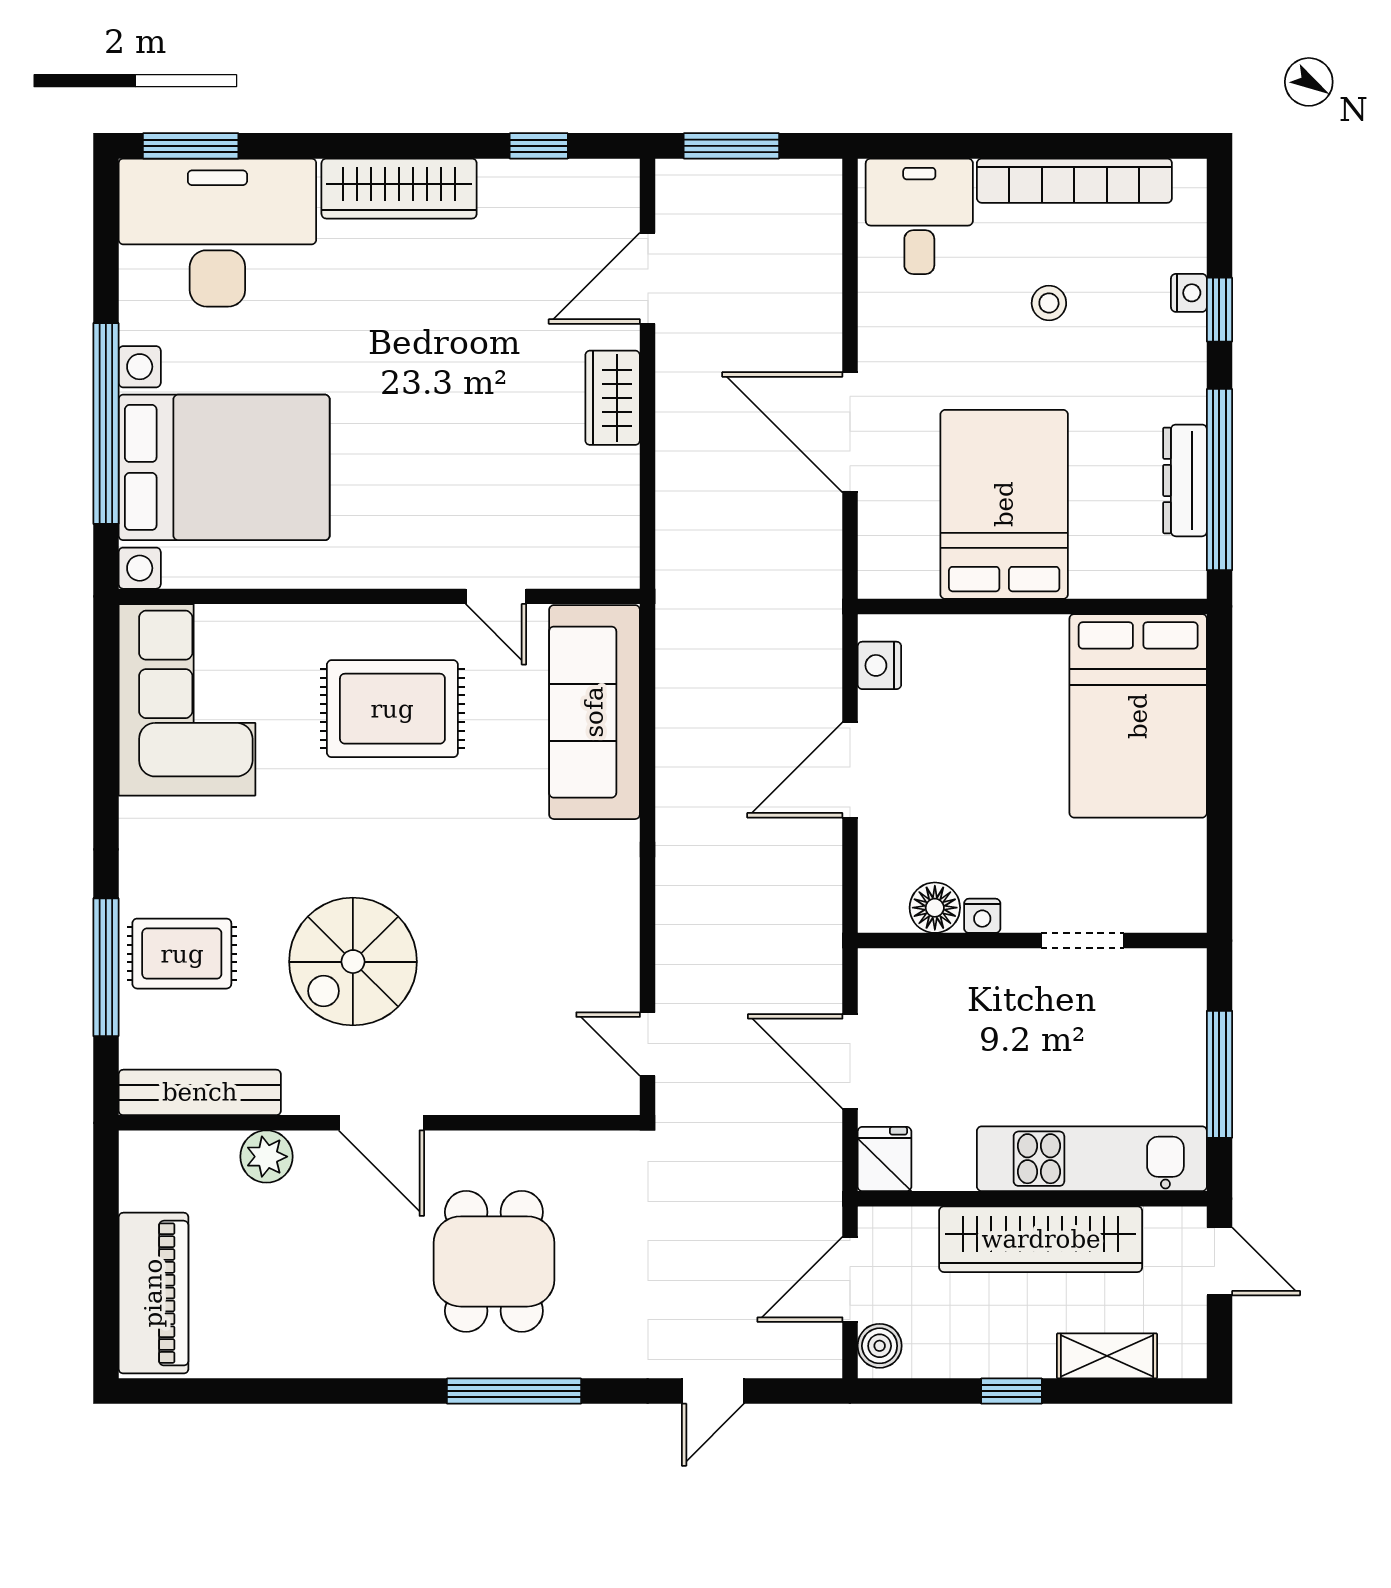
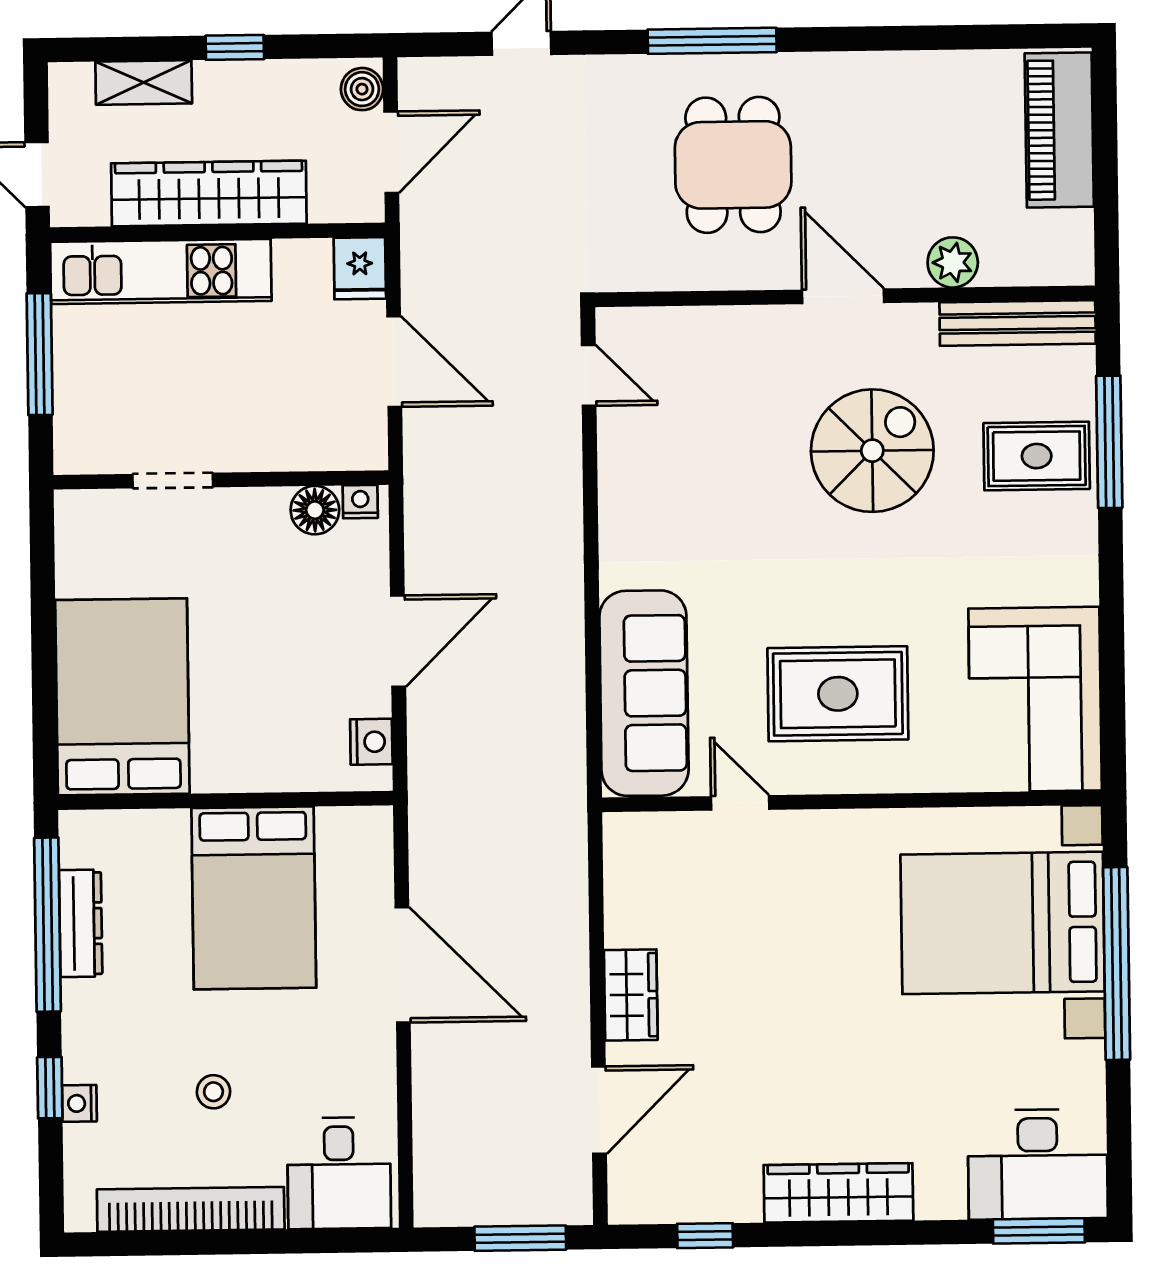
desk: (217, 233) -> (1038, 1164), width x0.73, depth x0.77
nightstand: (982, 916) -> (360, 502), moved

